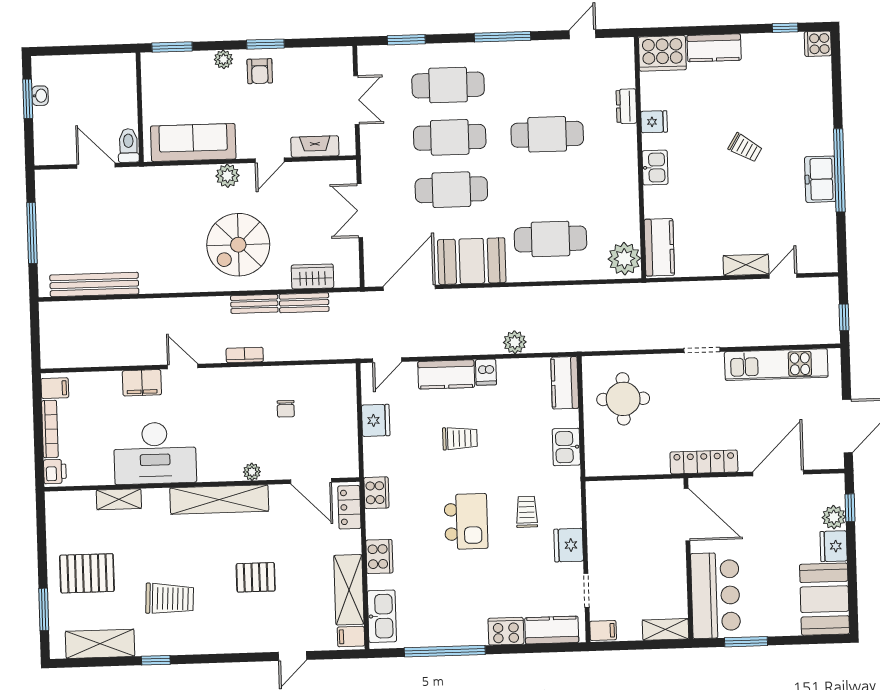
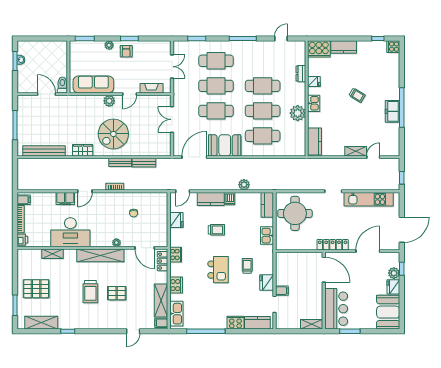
cafe table: (549, 187) -> (263, 111), added
plant: (624, 259) -> (298, 113), moved
wardrobe: (313, 276) -> (83, 150), moved
door: (183, 366) -> (85, 191), swing flipped
round table: (623, 399) -> (295, 213), width x1.36, depth x1.36
trolley: (170, 599) -> (90, 292), moved, turned 87
filing cabinet: (603, 631) -> (282, 291), moved

